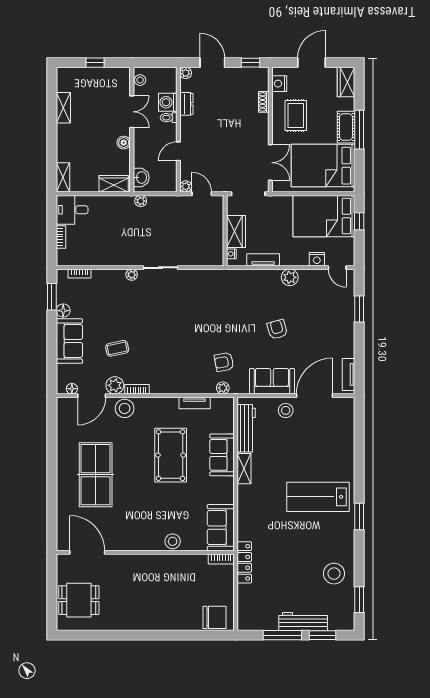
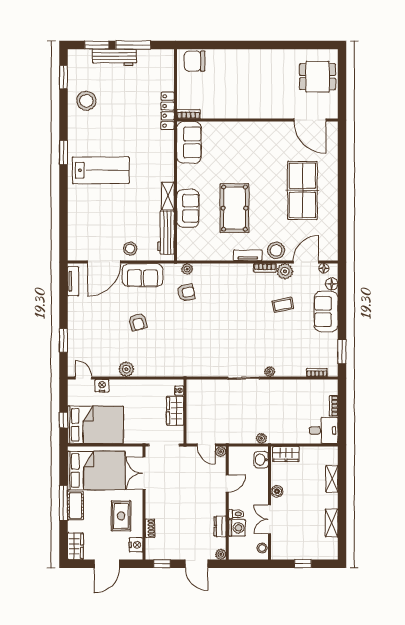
shelving: (63, 177) -> (332, 479), moved
tv unit: (263, 260) -> (151, 385), removed
floor lamp: (63, 311) -> (332, 284), moved
tv unit: (195, 403) -> (248, 255), moved
stool: (173, 541) -> (233, 130), removed

